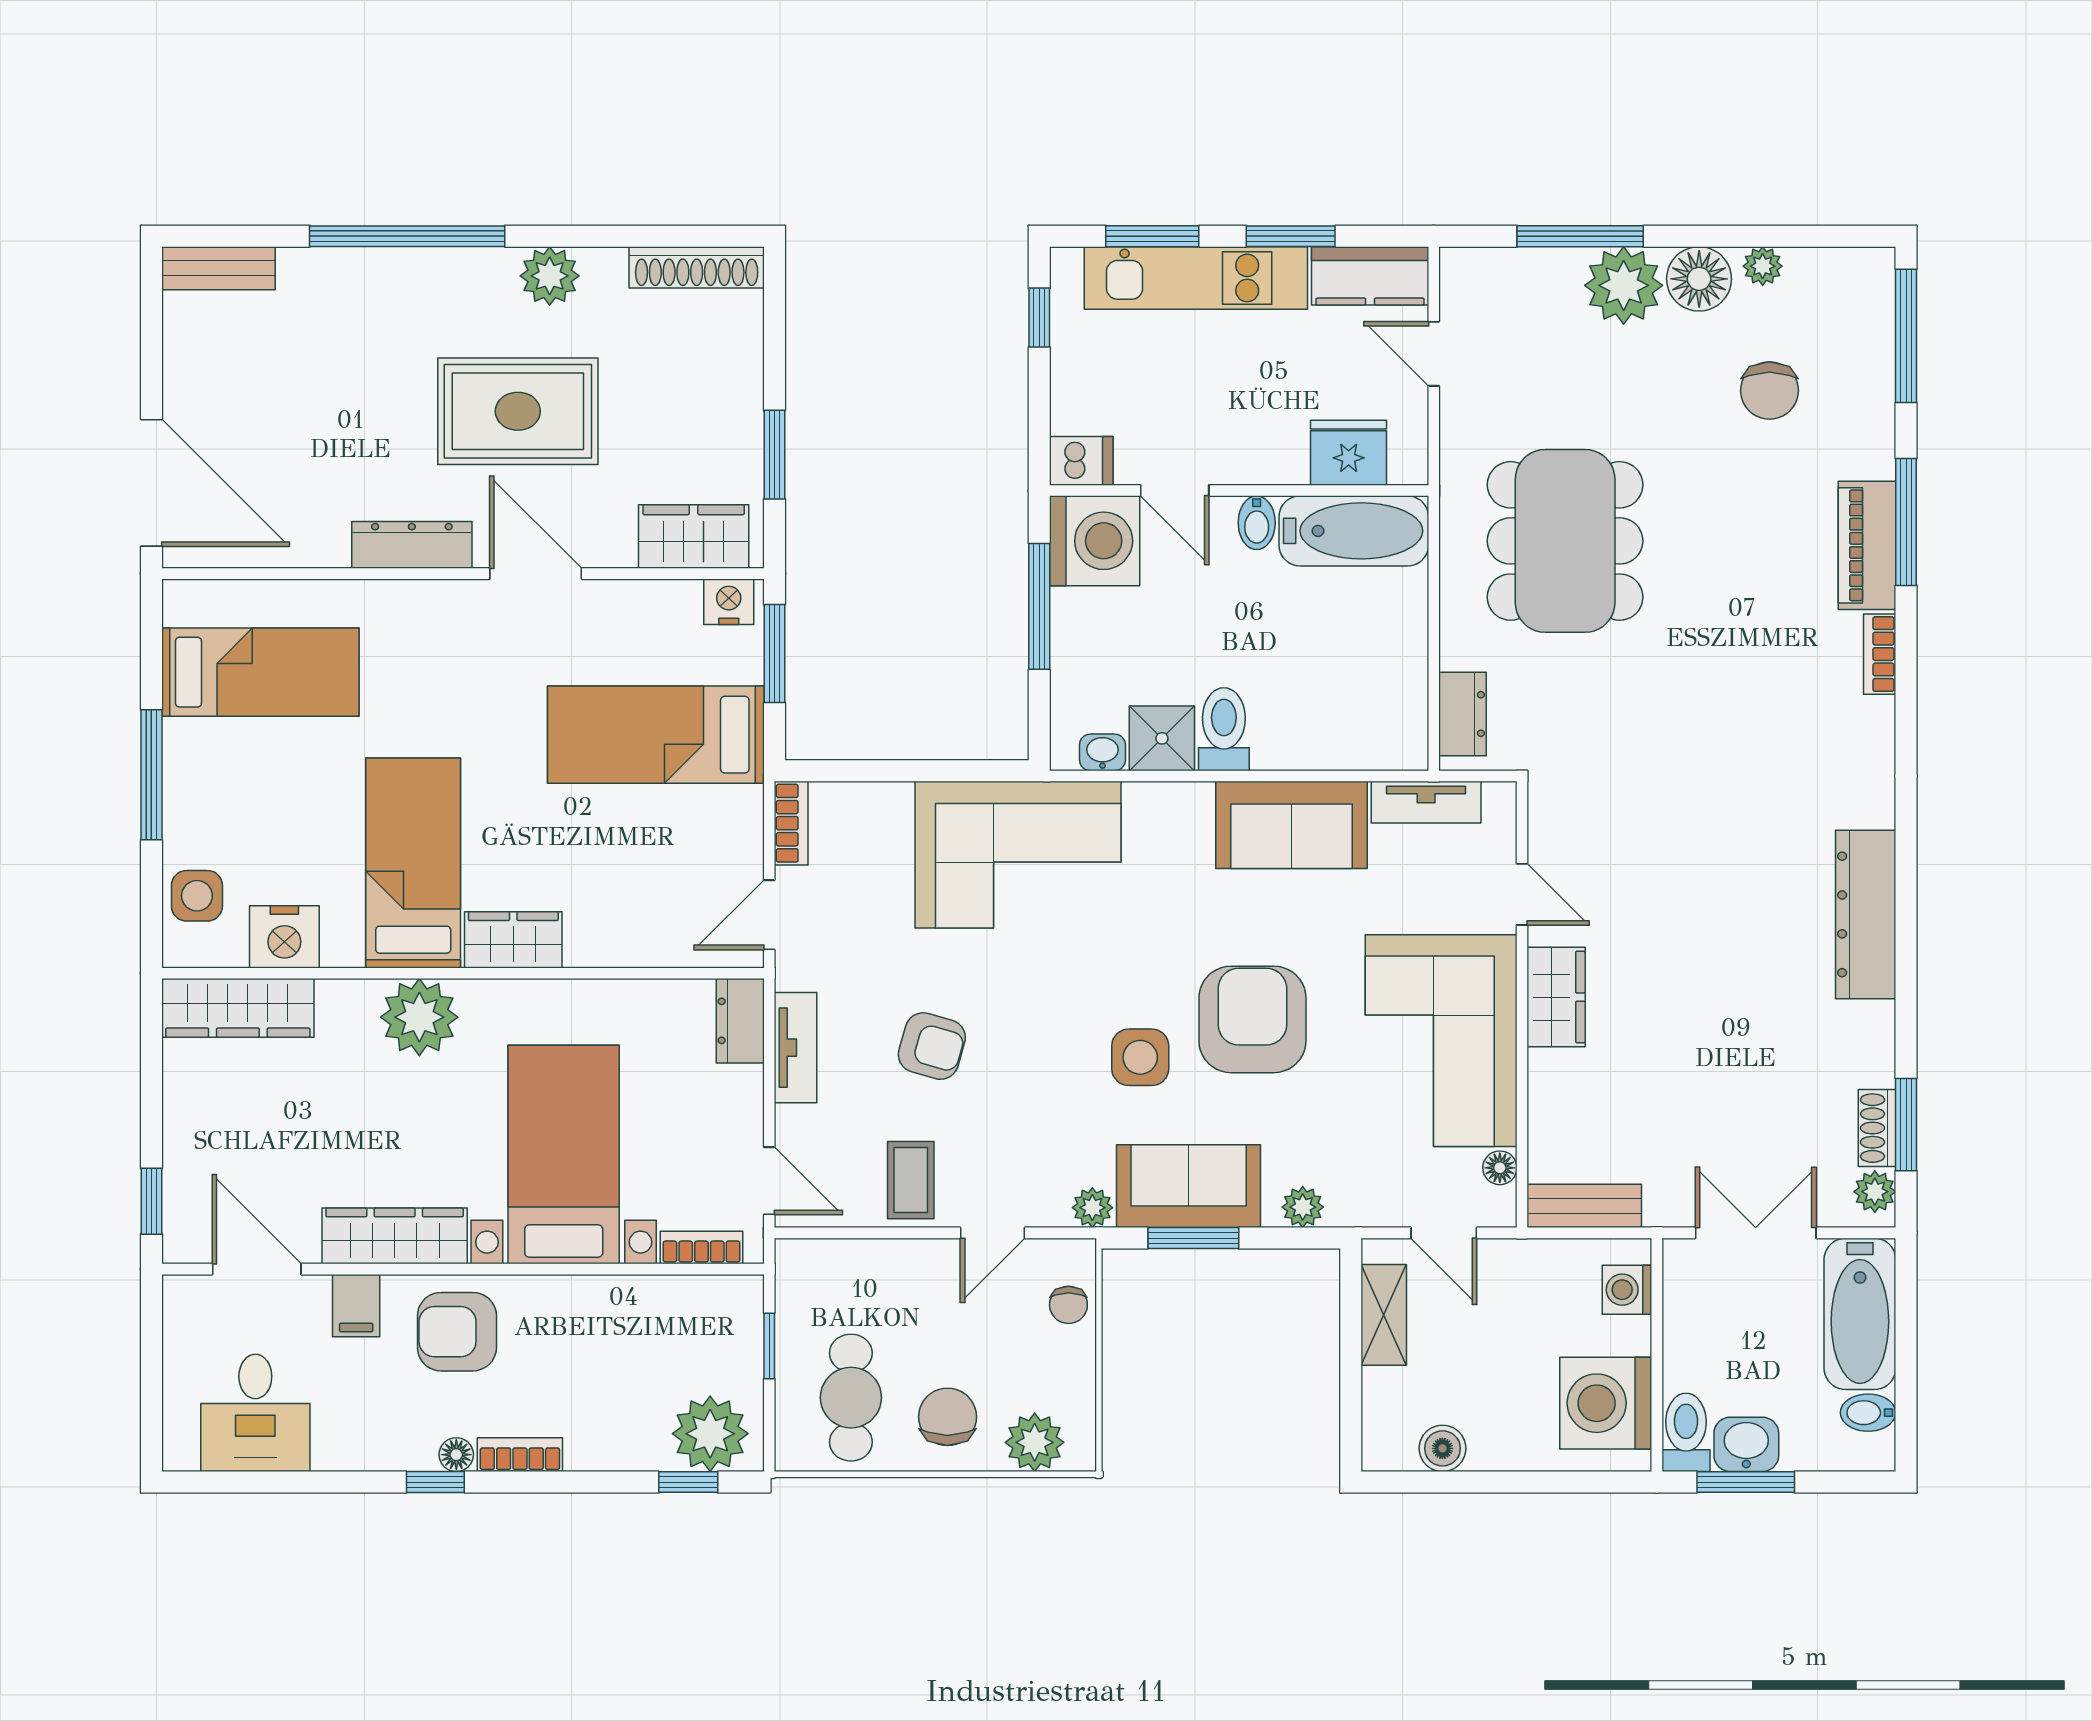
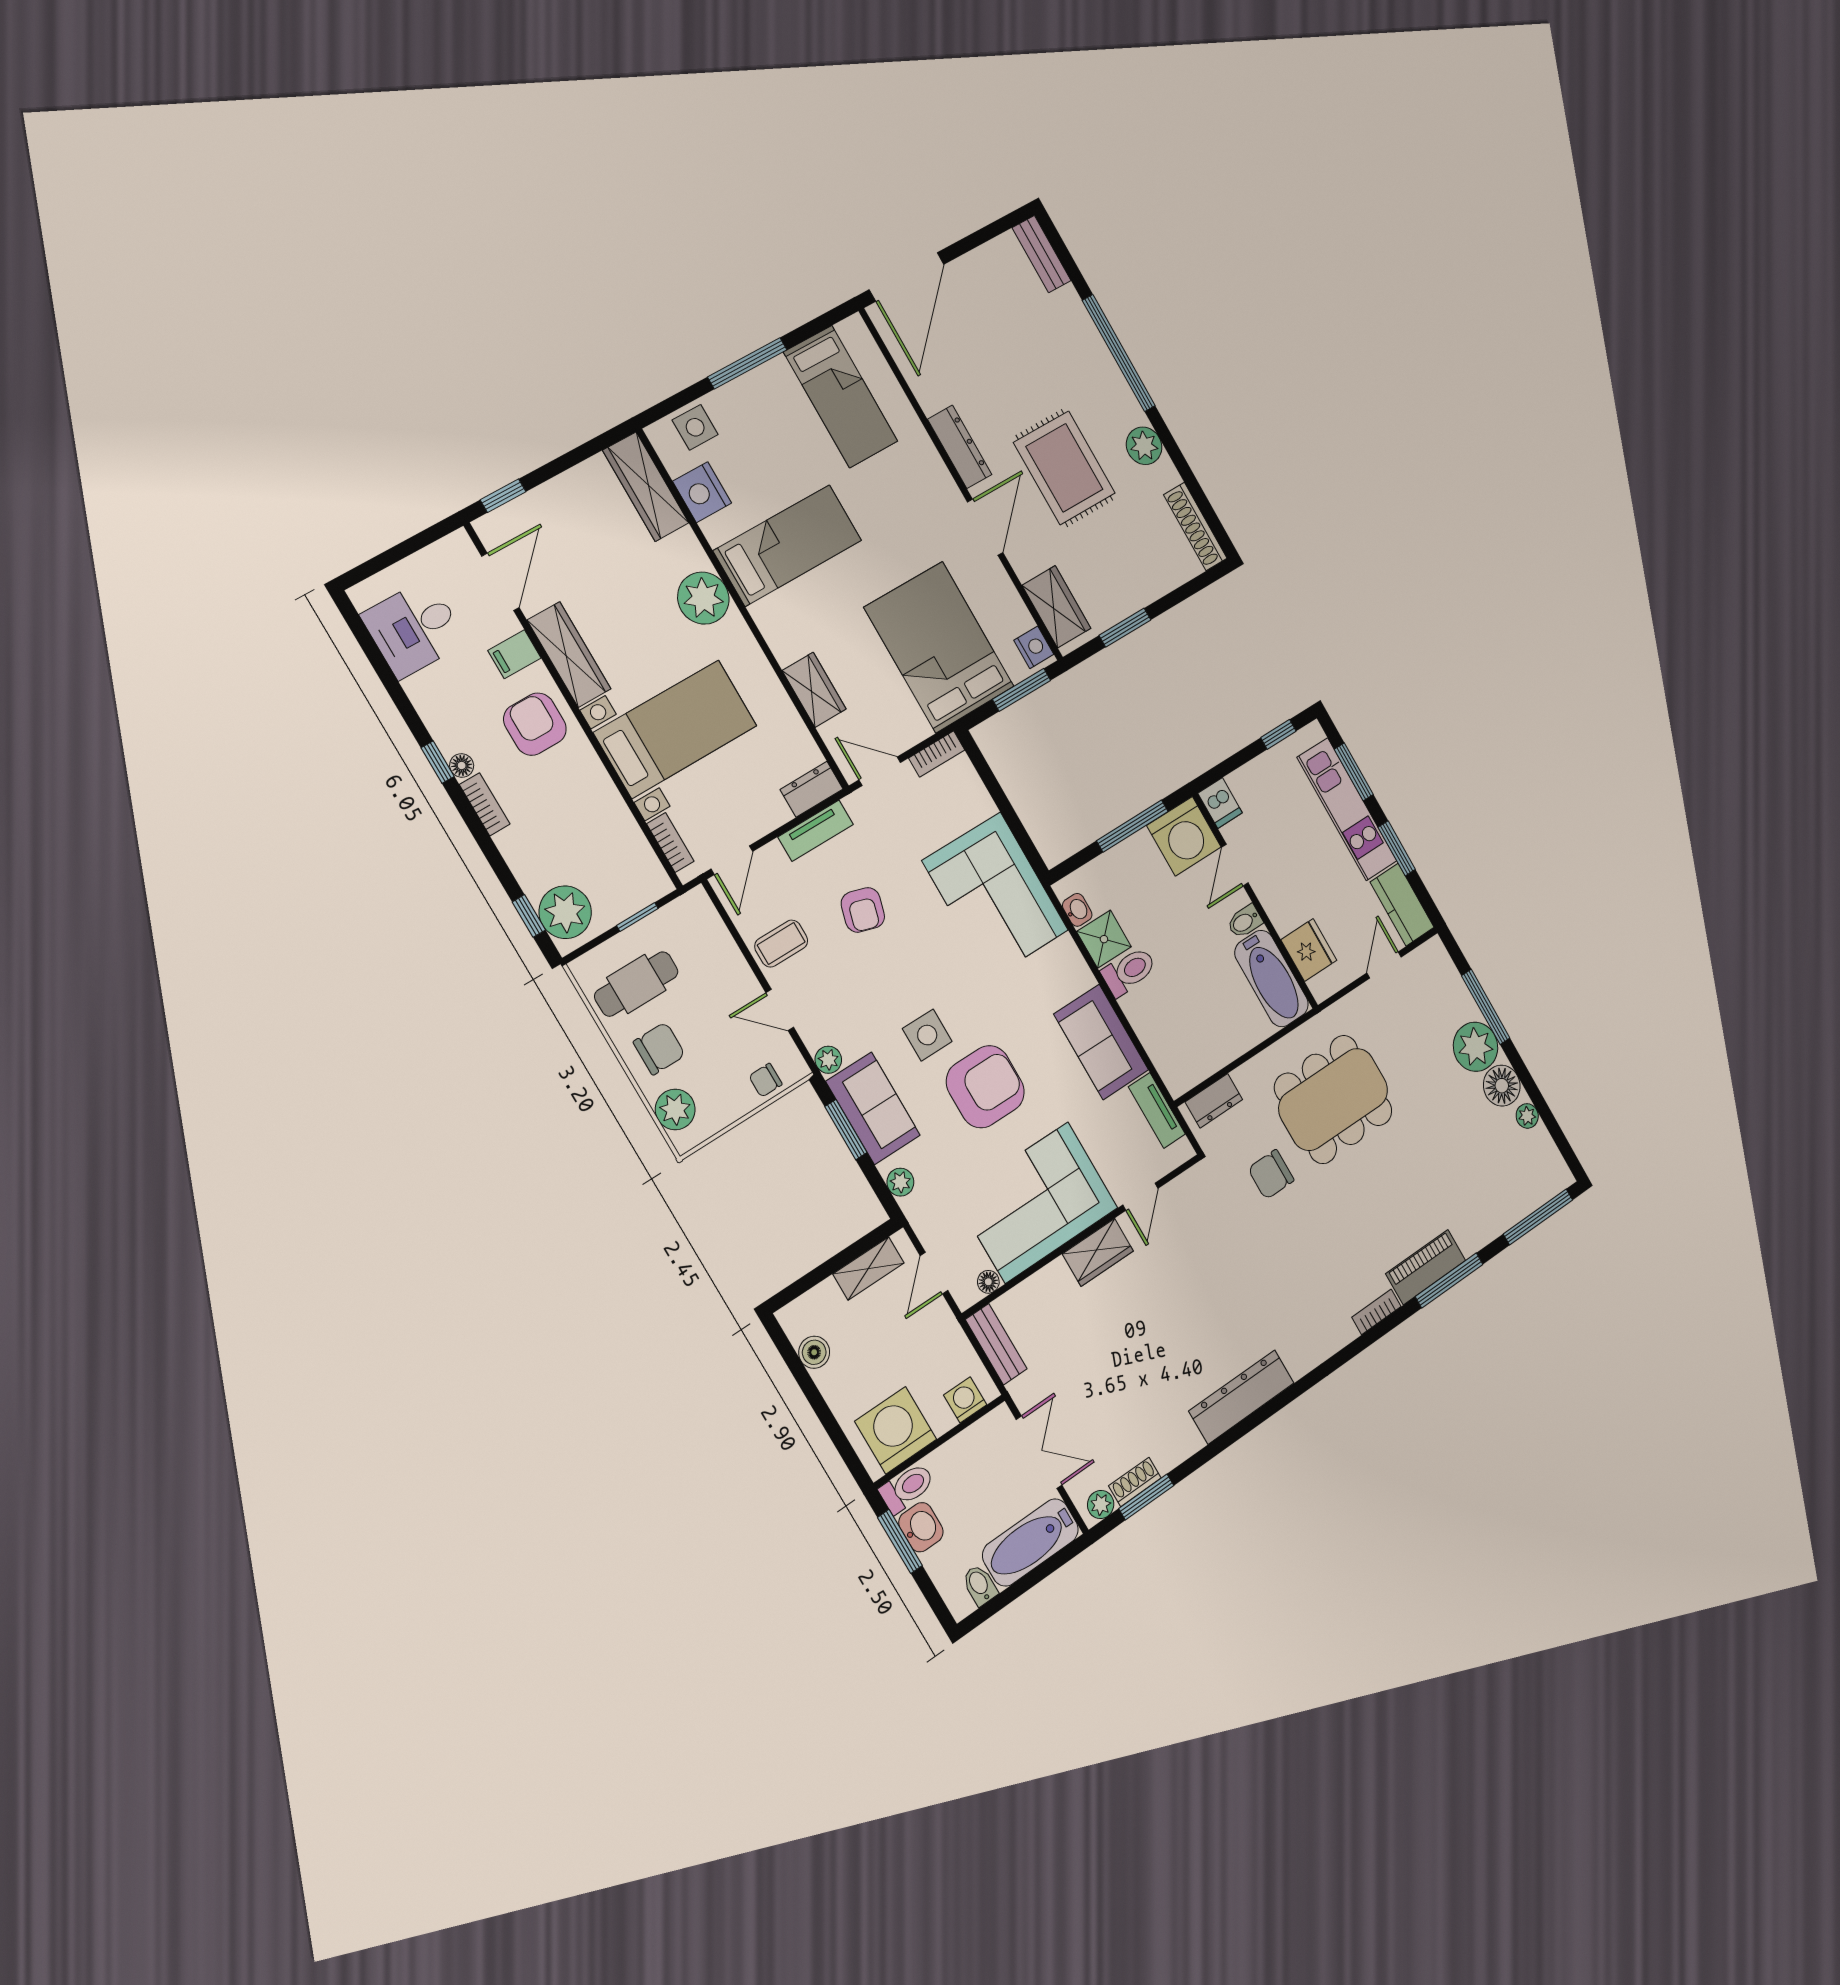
chair: (1769, 391) -> (1271, 1174), moved
bed: (656, 735) -> (939, 647), width x1.50
wardrobe: (513, 940) -> (814, 690), moved

